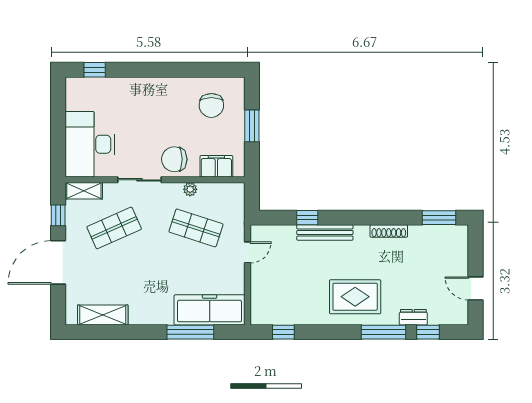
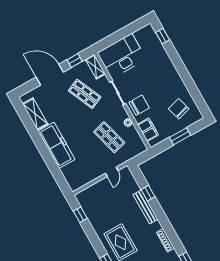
chair: (211, 105) -> (179, 109), turned 74
chair: (174, 159) -> (139, 105), turned 90
shop shelf: (196, 228) -> (109, 137), turned -33
door: (247, 252) -> (112, 172), hinge flipped
freezer: (210, 310) -> (56, 145), moved
window: (190, 332) -> (52, 165), removed

